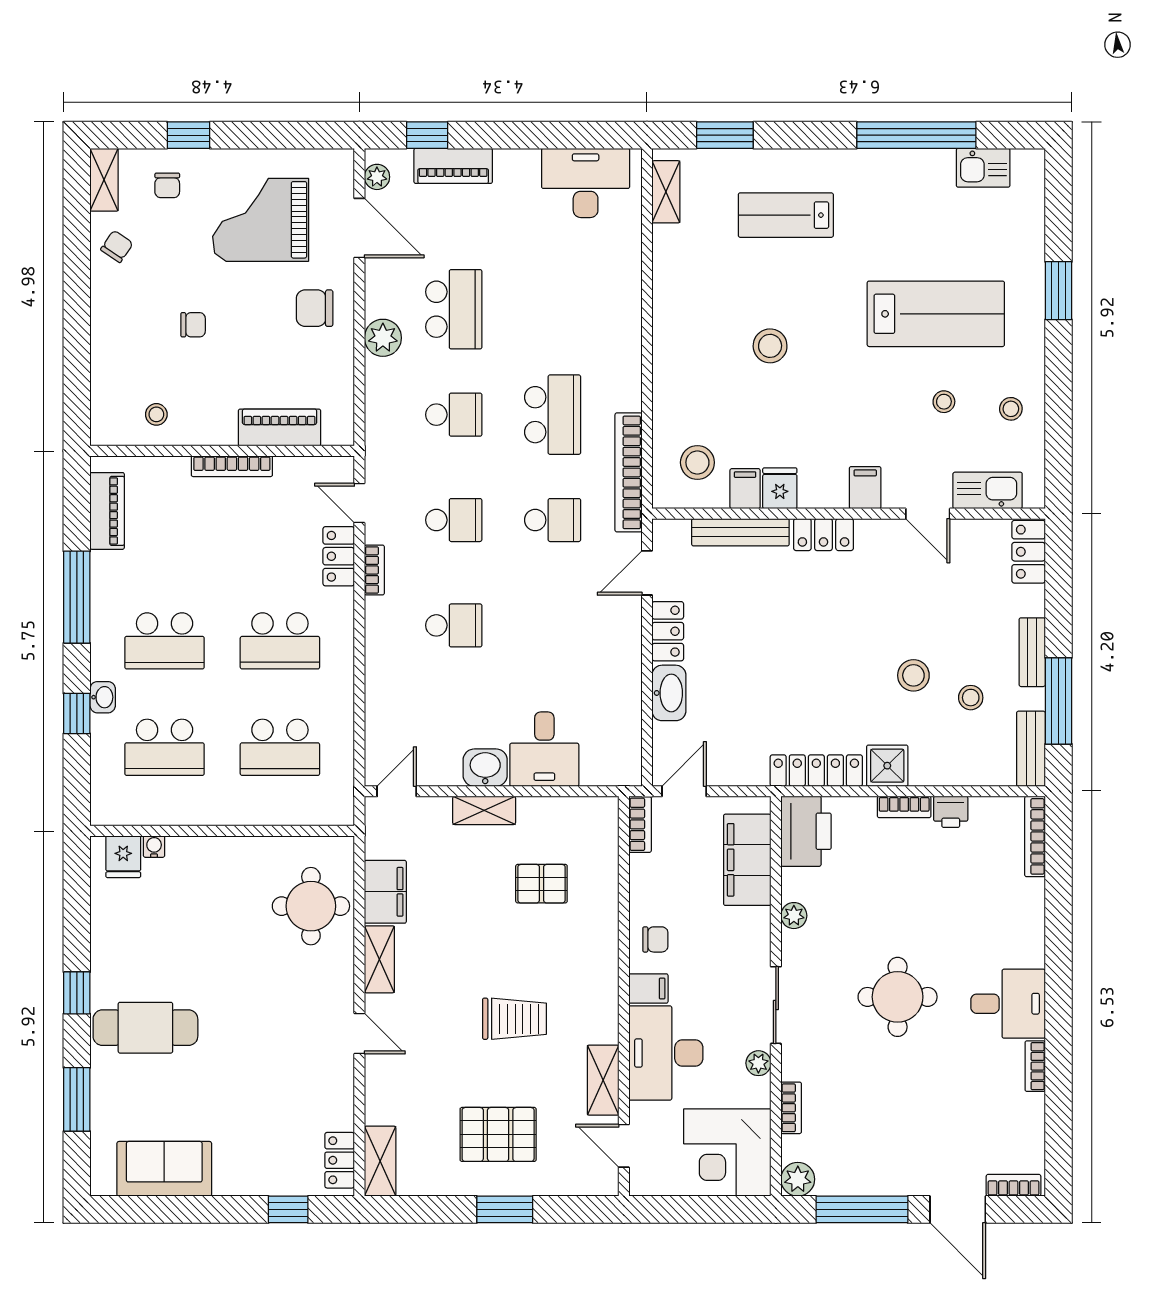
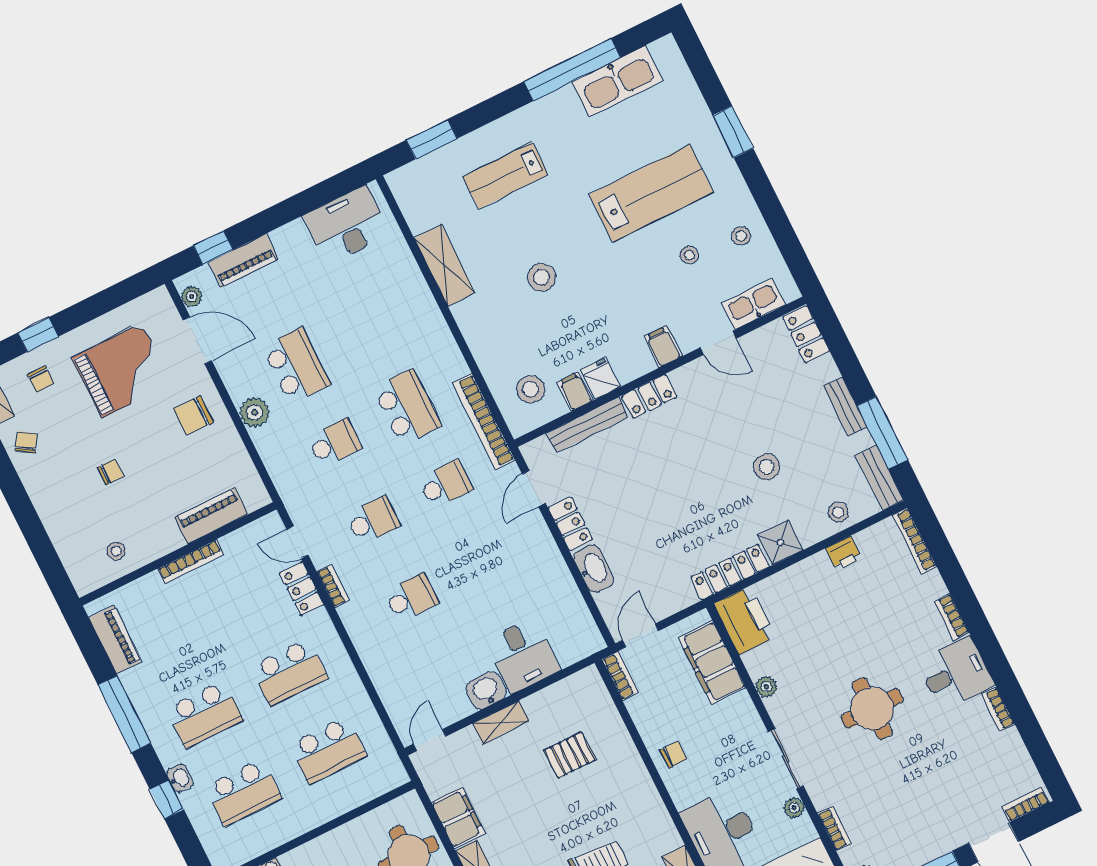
kitchen sink: (983, 168) -> (617, 81), width x1.87, depth x1.24
shelving: (666, 192) -> (445, 265), moved, width x1.50, depth x1.33
grand piano: (261, 220) -> (122, 370), turned 180
stool: (971, 698) -> (838, 512), moved
bookcase: (904, 807) -> (952, 617), moved, turned 90
filing cabinet: (648, 988) -> (686, 793), removed

